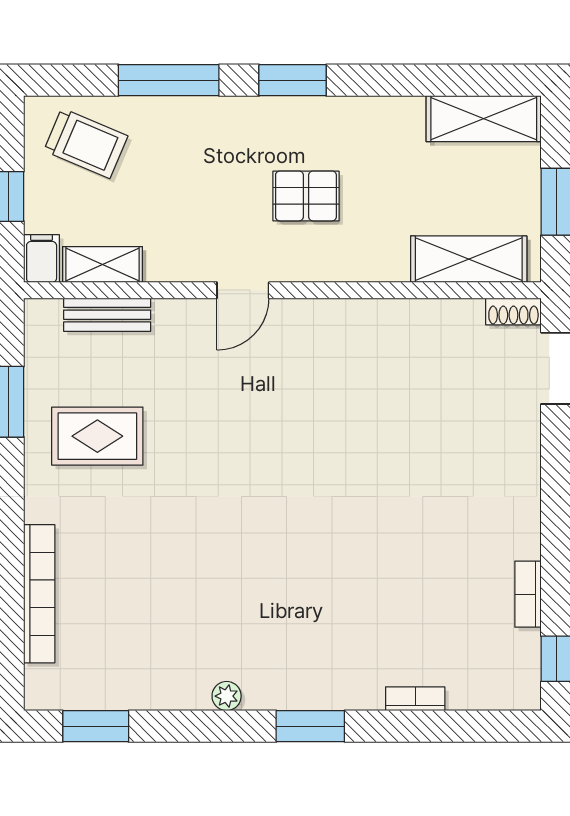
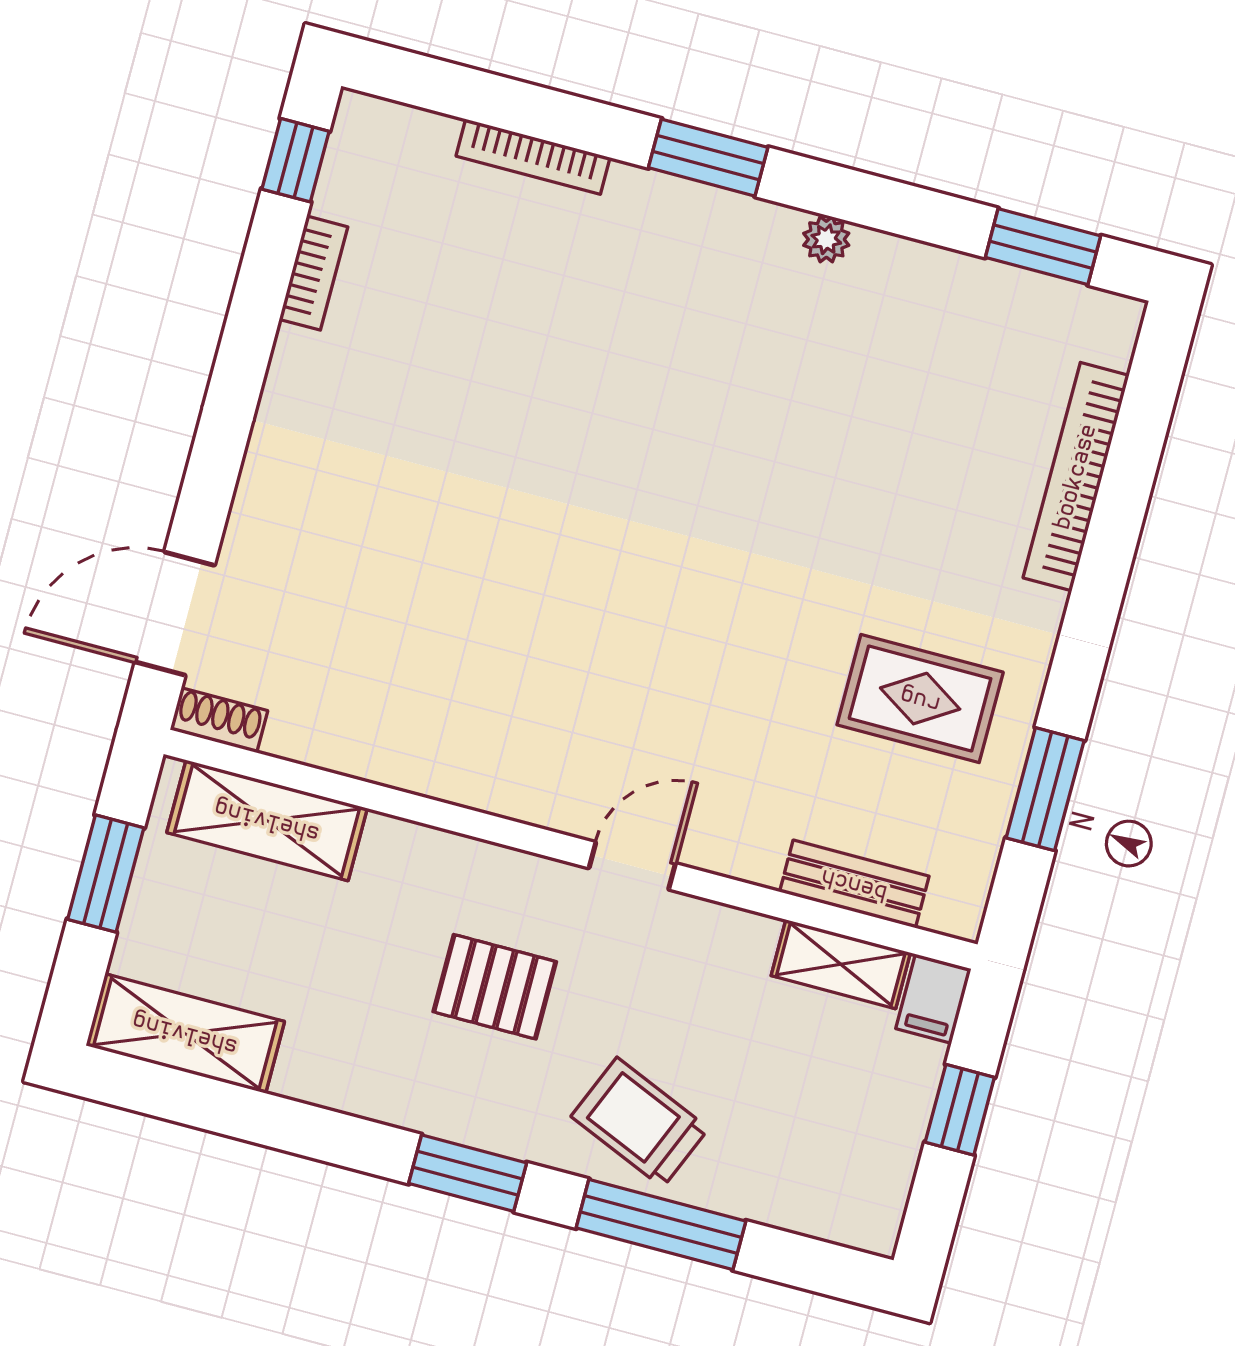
trolley: (86, 143) -> (640, 1122), moved
bookcase: (415, 699) -> (533, 157), width x1.56

